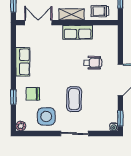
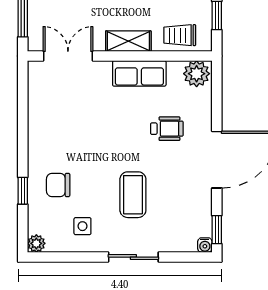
plant: (109, 32) -> (197, 74), added
row of seats: (23, 62) -> (40, 127), removed
side table: (46, 116) -> (82, 226), width x0.54, depth x0.54

